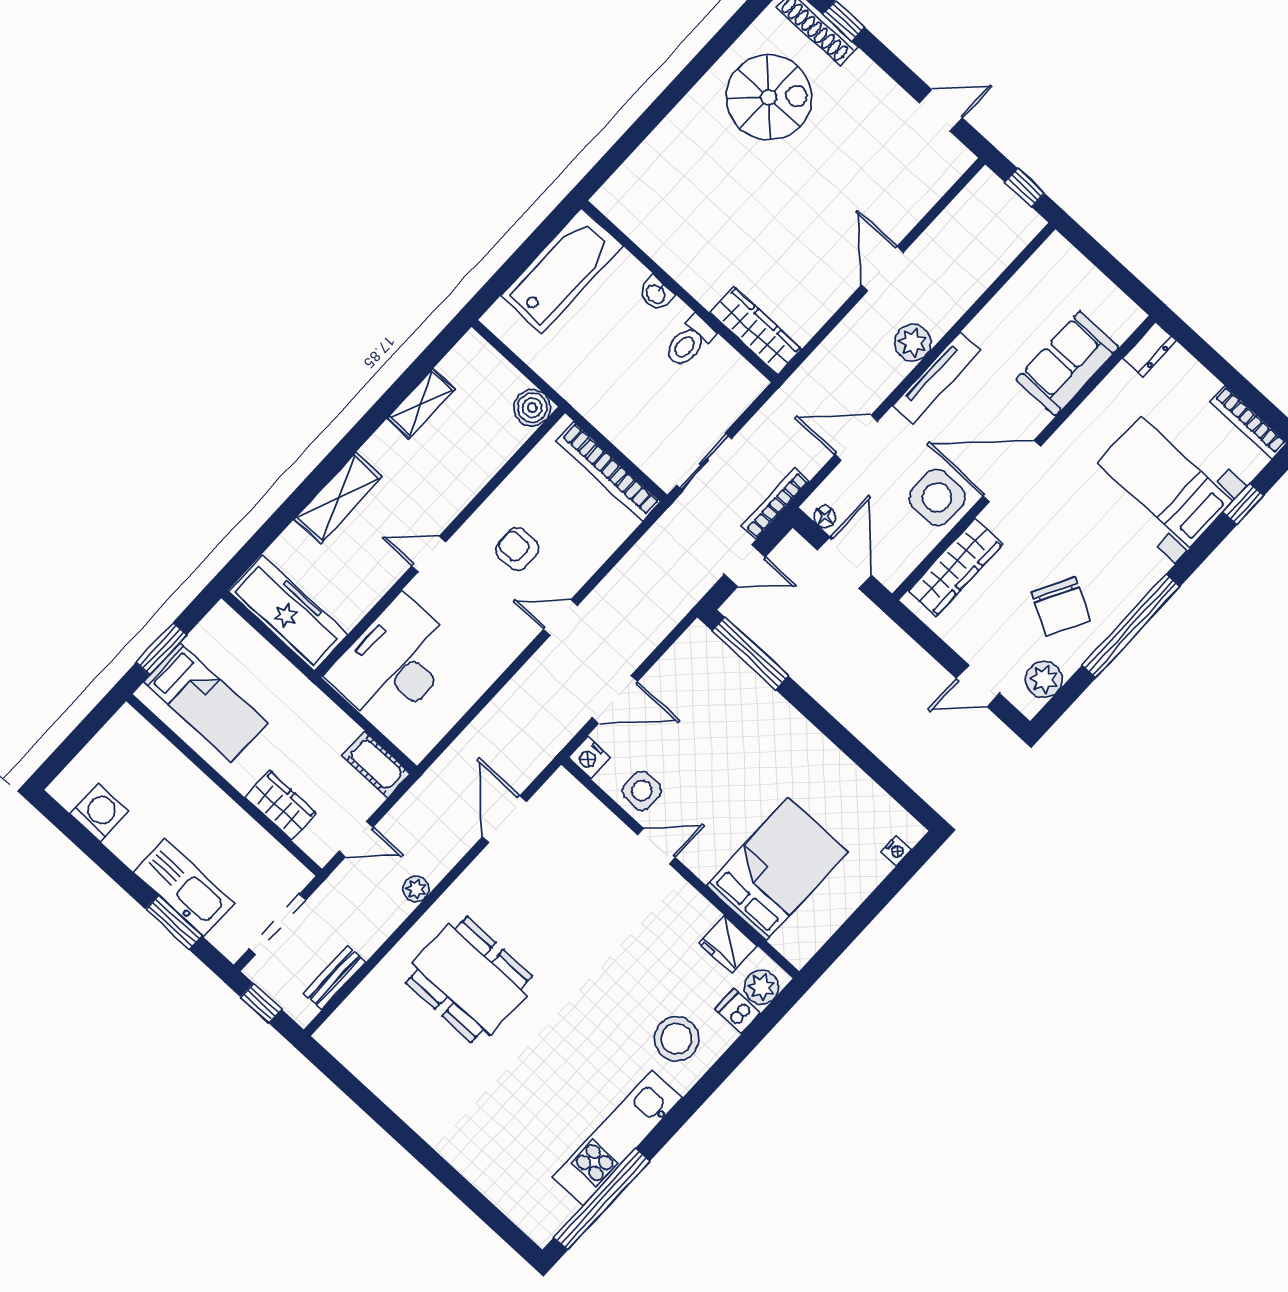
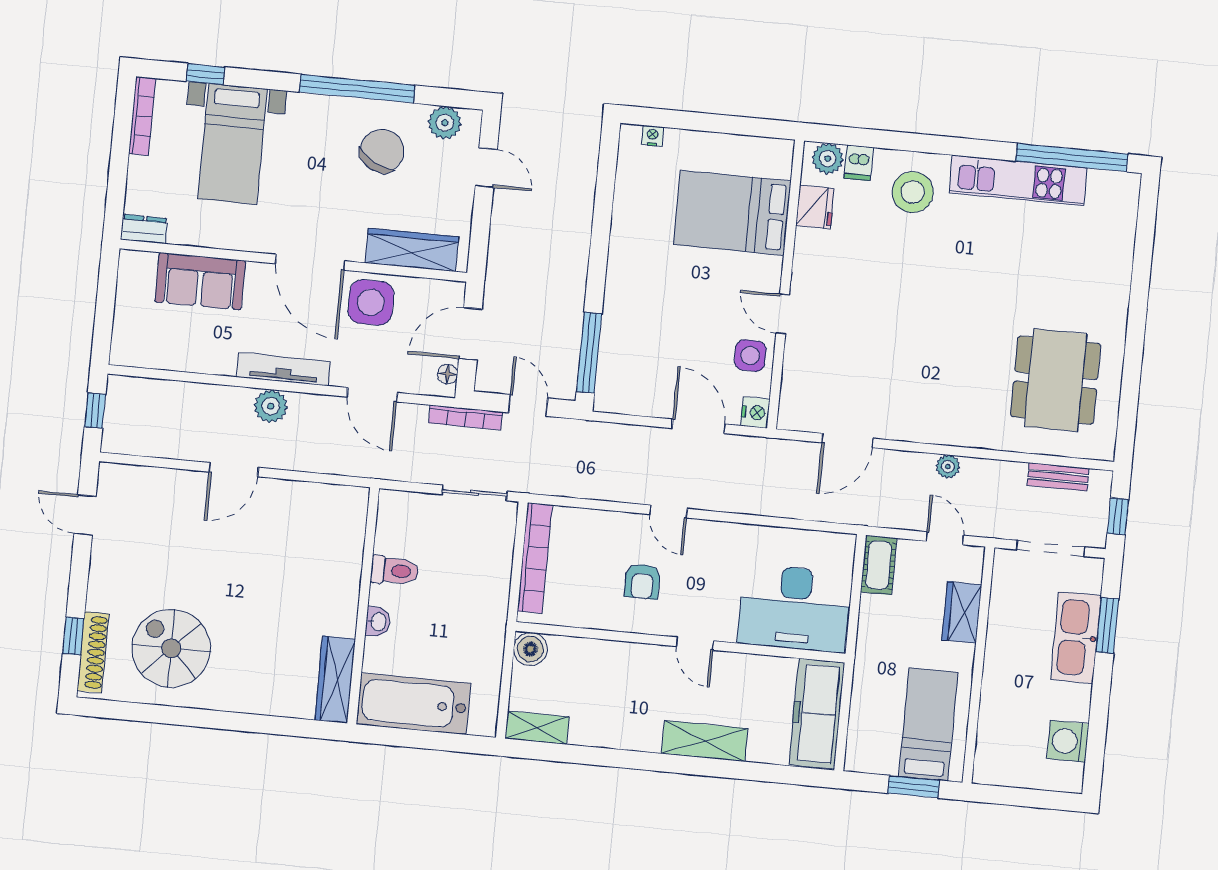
wardrobe: (756, 331) -> (335, 680), moved
shelving: (421, 404) -> (537, 728), moved
dining table: (469, 979) -> (1056, 380), moved

